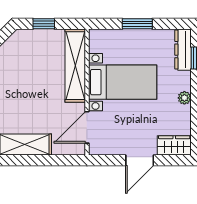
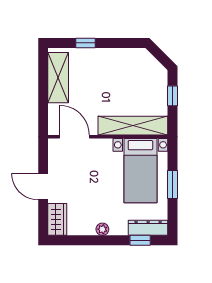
bed with nightstands: (123, 82) -> (140, 171), moved

